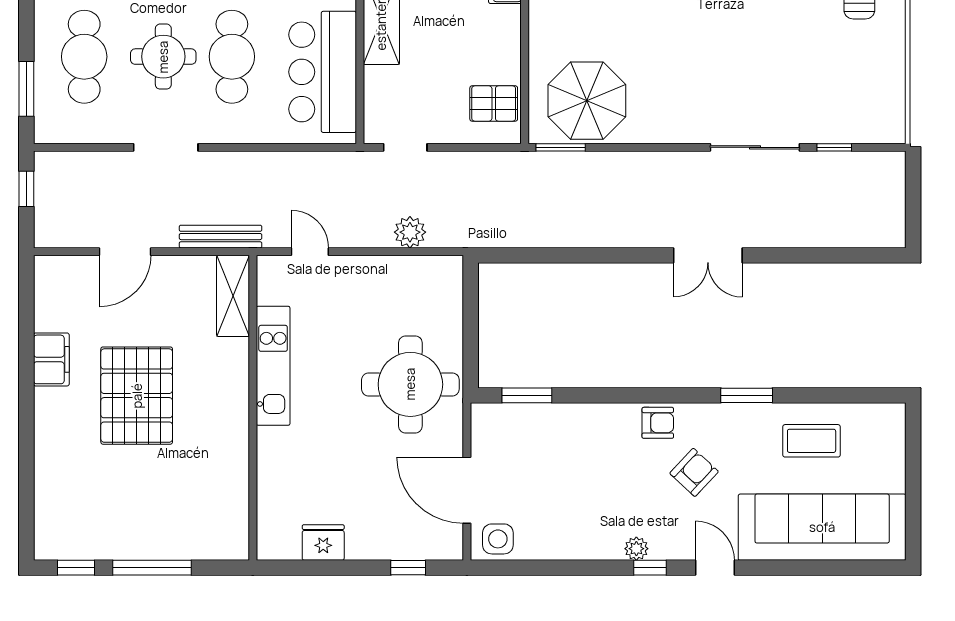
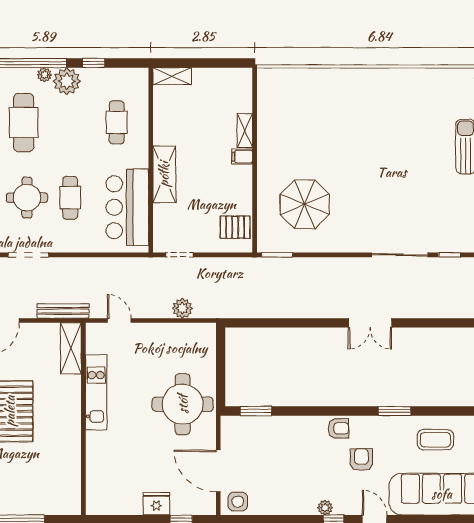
cafe table: (232, 57) -> (70, 198), width x0.73, depth x0.74
parasol: (587, 101) -> (305, 204), moved
armchair: (694, 472) -> (361, 460), turned -43
fridge: (323, 543) -> (156, 504), moved

